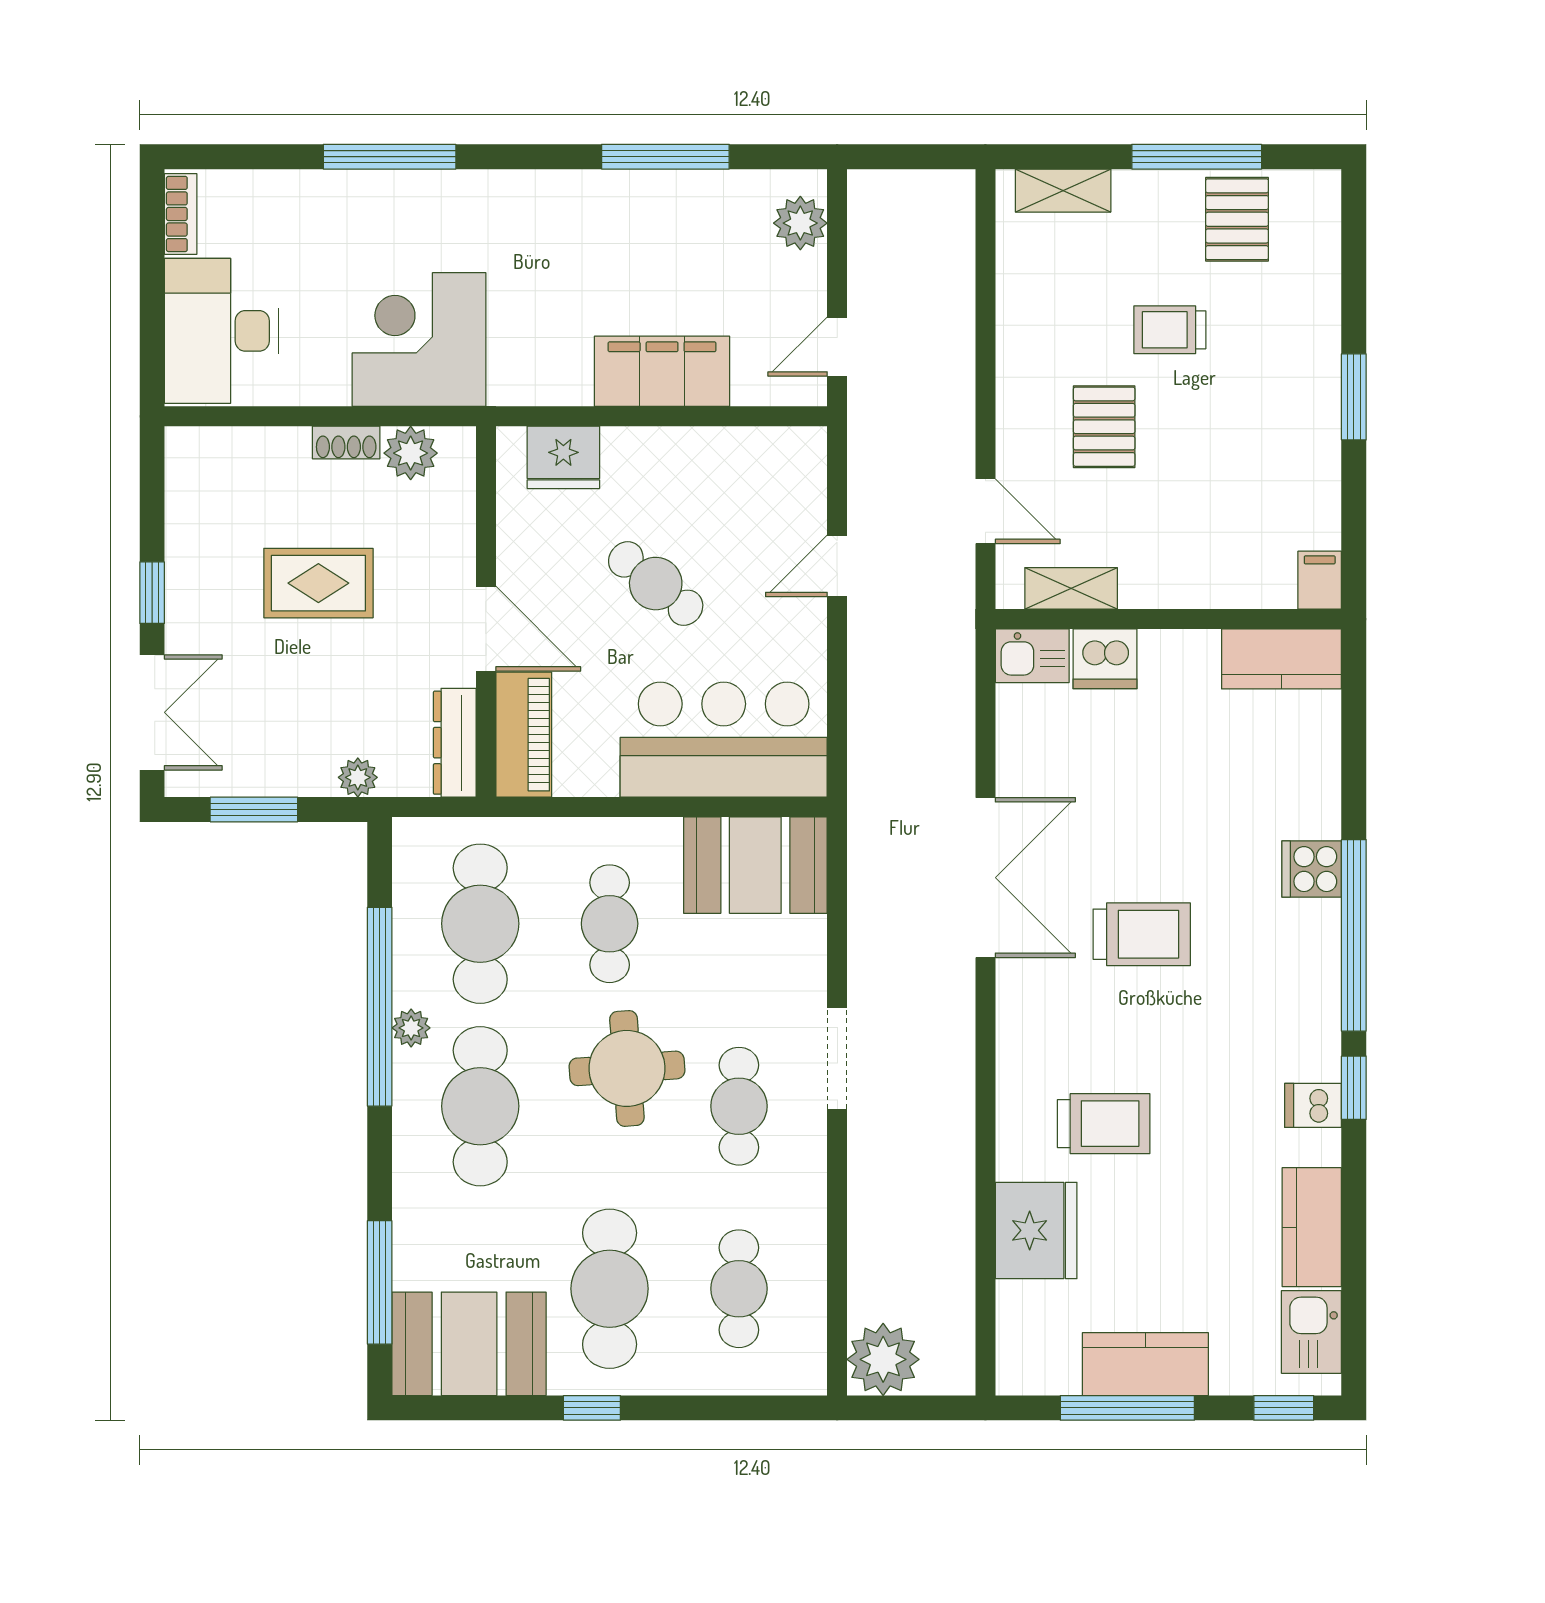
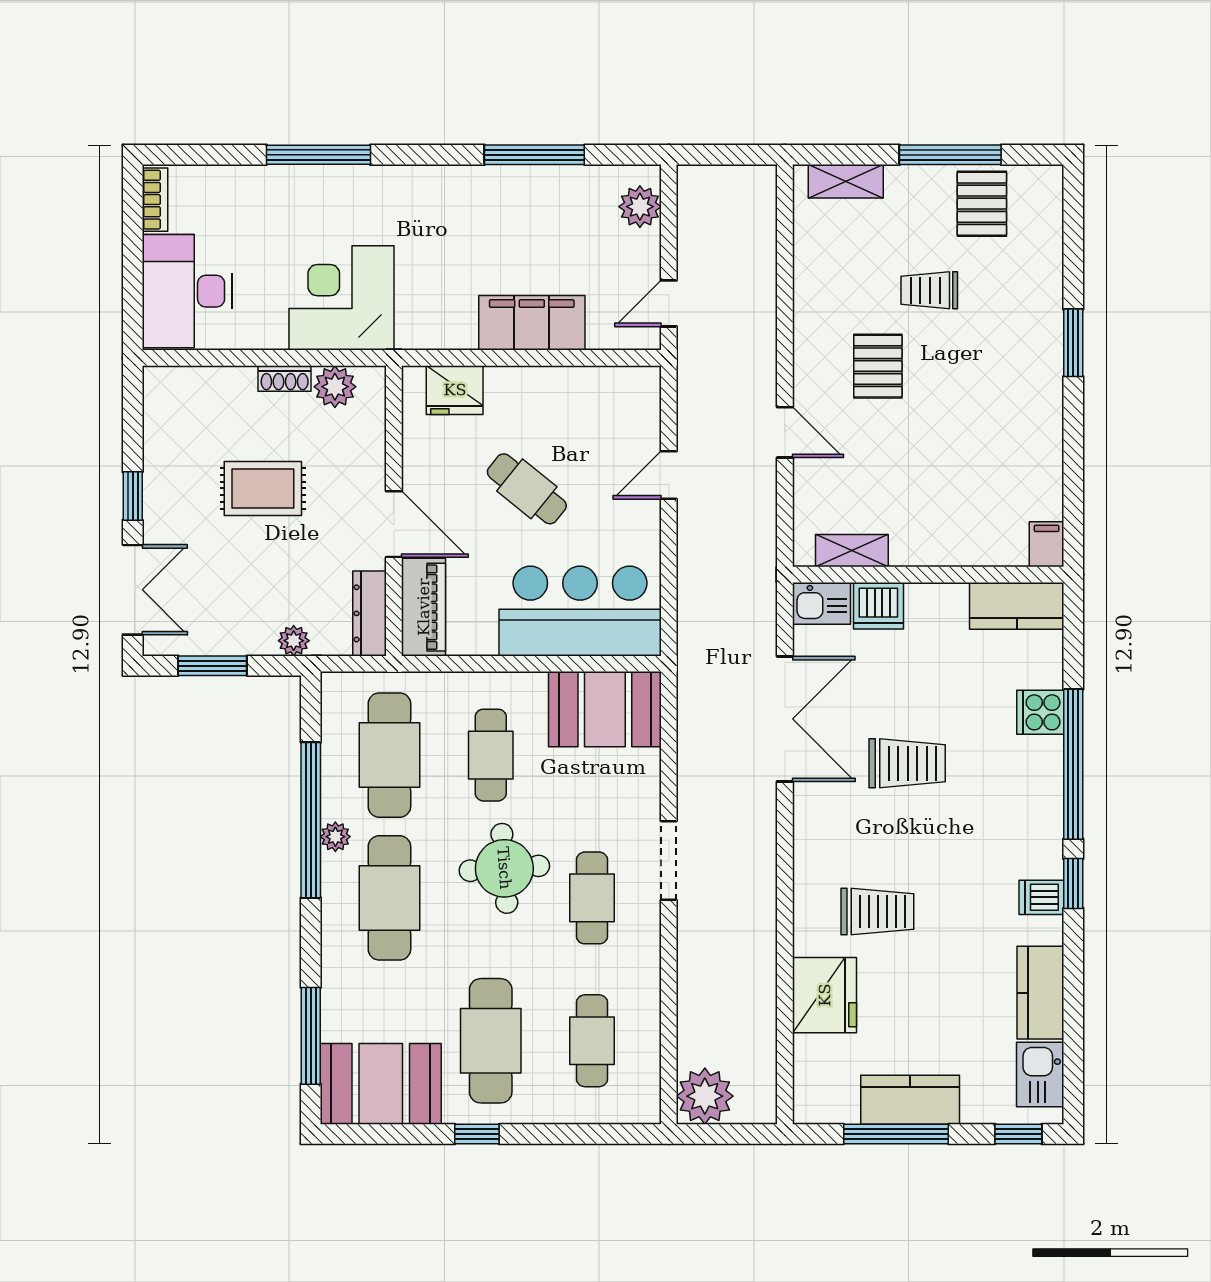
filing cabinet: (1320, 580) -> (1047, 544), moved
shelving: (1071, 588) -> (852, 551), moved
wall: (1168, 619) -> (928, 575), moved
kitchen sink: (1032, 656) -> (822, 603), moved
dishwasher: (1105, 659) -> (878, 606), moved
kitchen counter: (1282, 659) -> (1017, 606), moved

